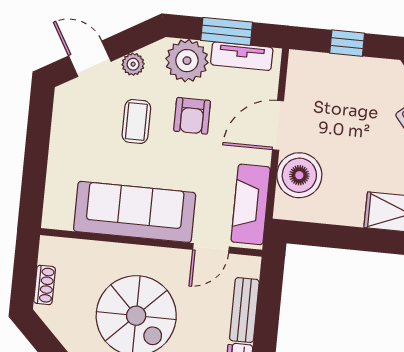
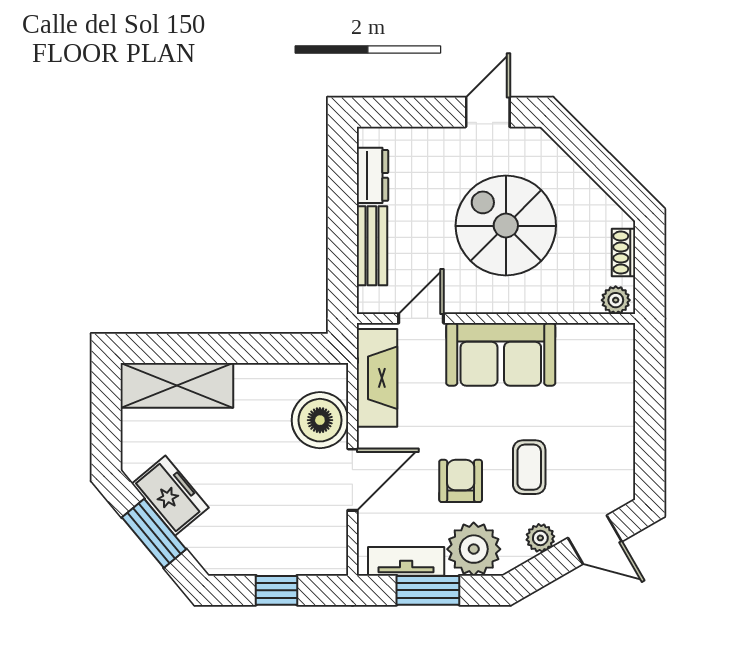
sofa: (135, 212) -> (501, 354), width x0.73
plant: (54, 248) -> (616, 300), added

